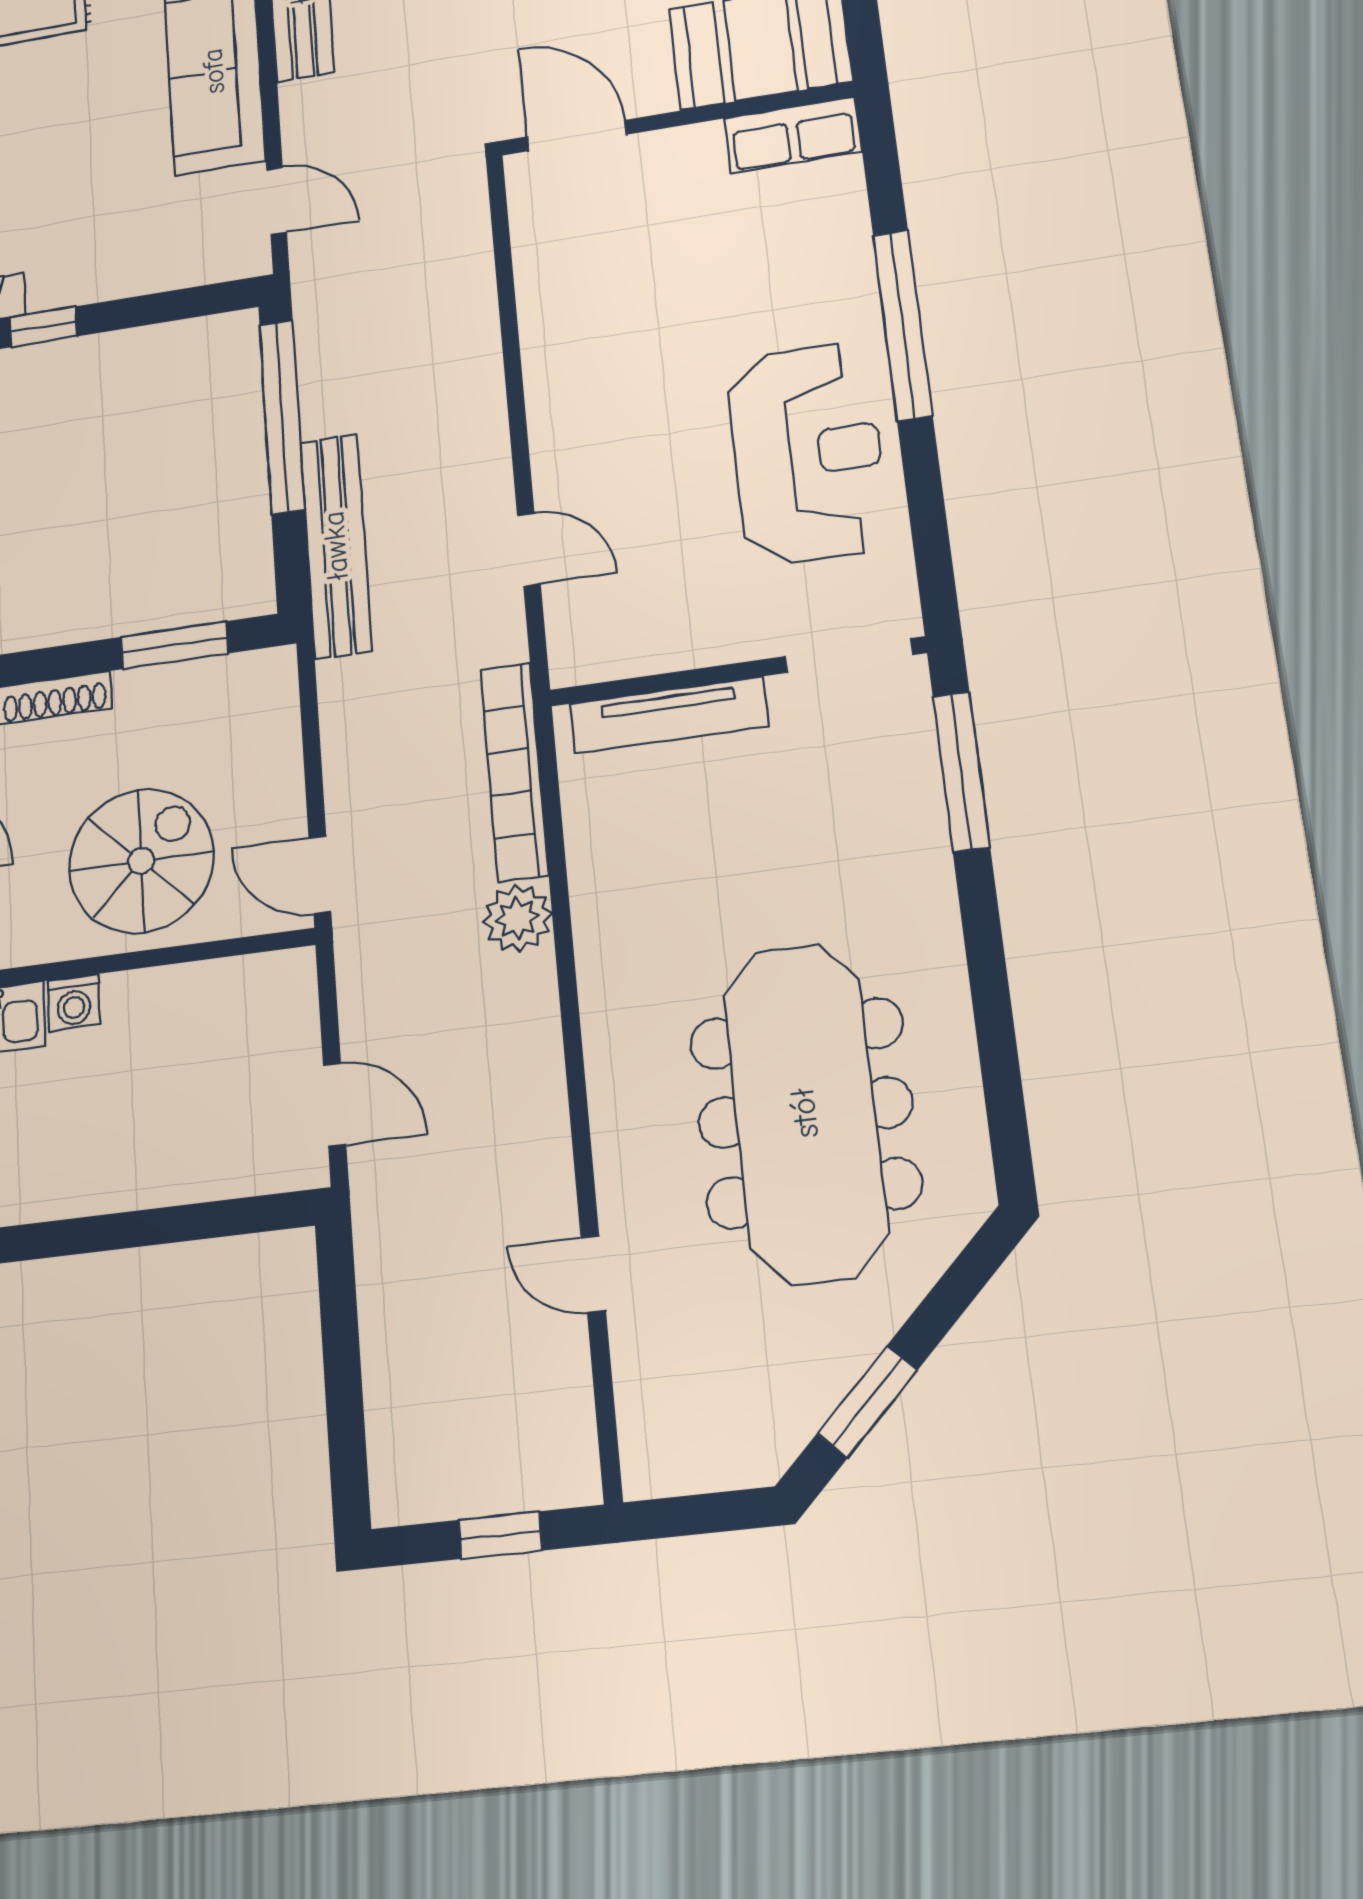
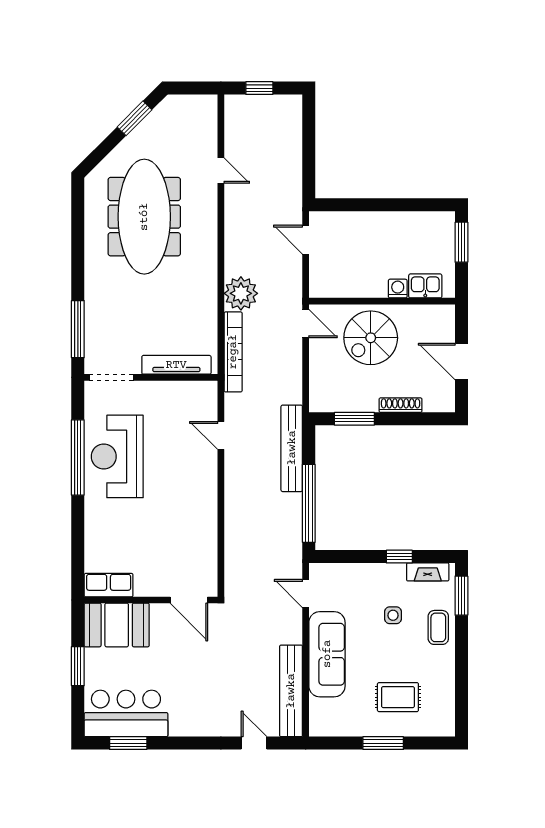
side table: (54, 188) -> (393, 615), added
window: (902, 325) -> (78, 457), moved
plant: (517, 918) -> (241, 293), width x1.36, depth x1.36

